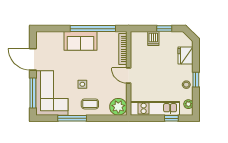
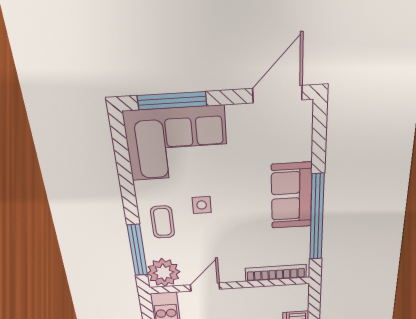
door: (33, 59) -> (277, 94), moved
door: (129, 76) -> (205, 287), moved
window: (72, 118) -> (137, 250), moved

